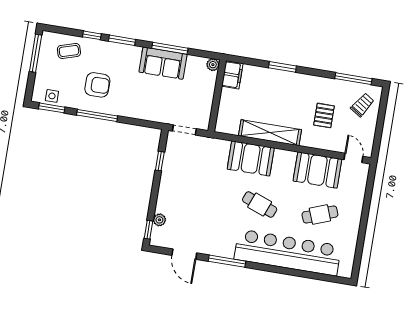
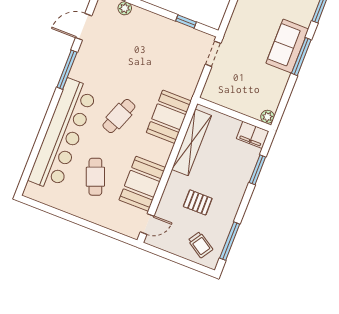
plant: (213, 65) -> (267, 117), moved
filing cabinet: (232, 75) -> (253, 135), moved
wall: (217, 96) -> (234, 114), moved

